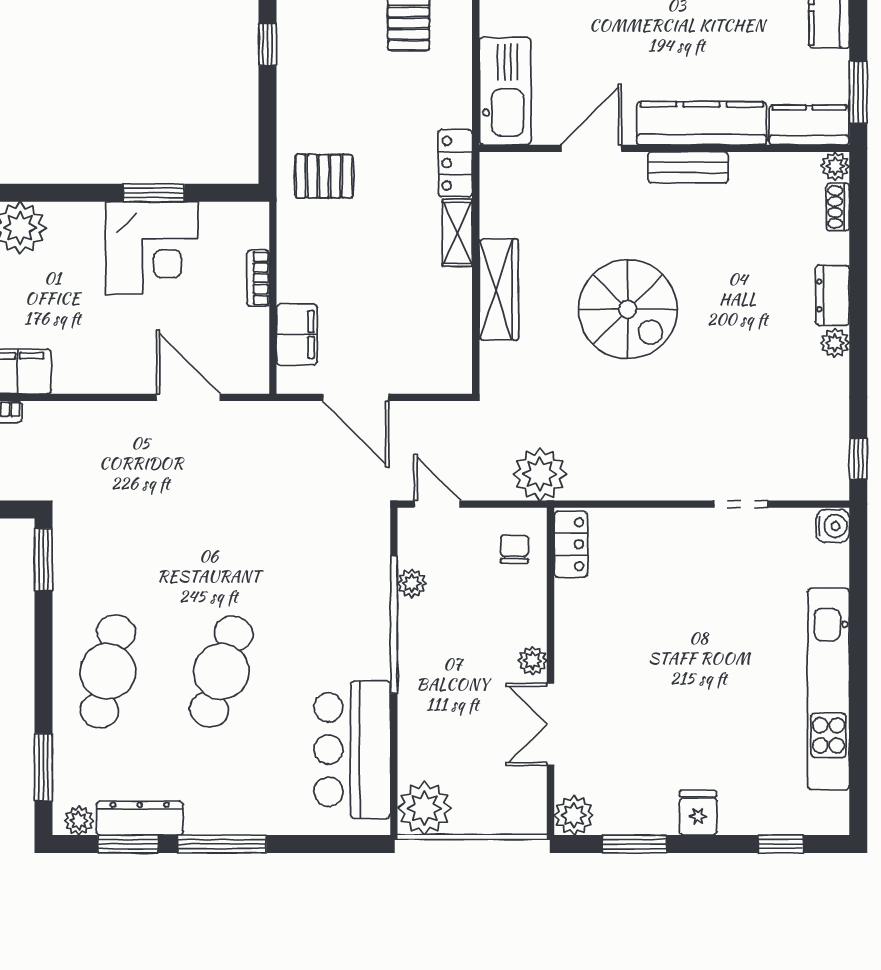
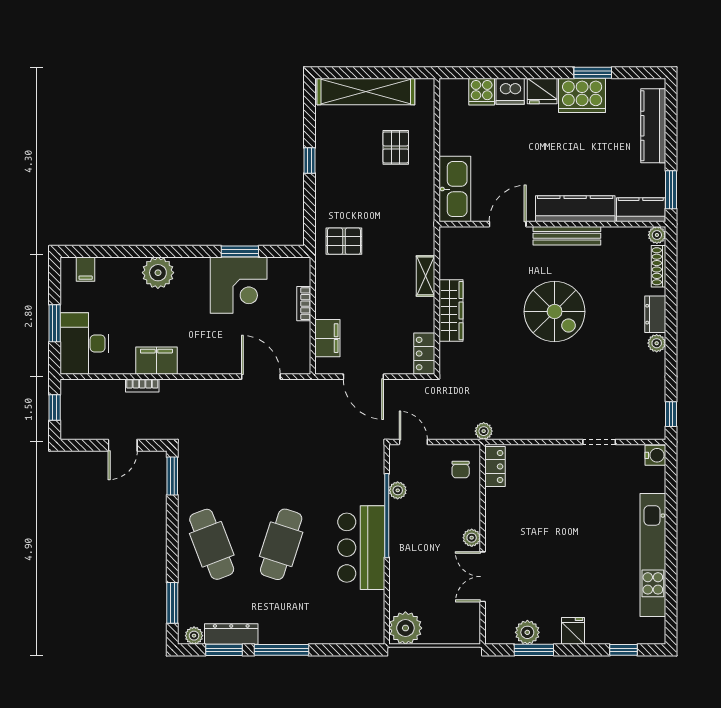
locker: (455, 163) -> (424, 354), moved
bench: (688, 167) -> (567, 236), width x1.36
shoe rack: (838, 207) -> (658, 266), width x1.43
spiral stairs: (628, 309) -> (555, 312), moved
plant: (540, 474) -> (484, 431), width x0.53, depth x0.53
chair: (514, 549) -> (461, 469), turned 180
cafe table: (108, 671) -> (212, 544), turned -33
bar counter: (352, 750) -> (361, 548), moved
plant: (574, 815) -> (527, 632), moved

